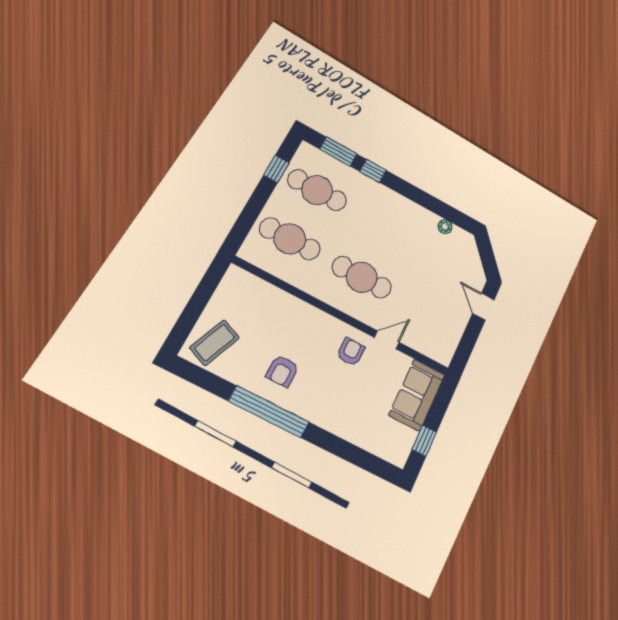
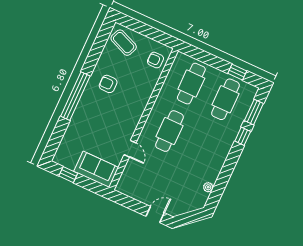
armchair: (351, 352) -> (155, 60), moved, turned 180
window: (269, 412) -> (75, 96), moved

